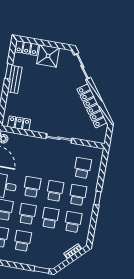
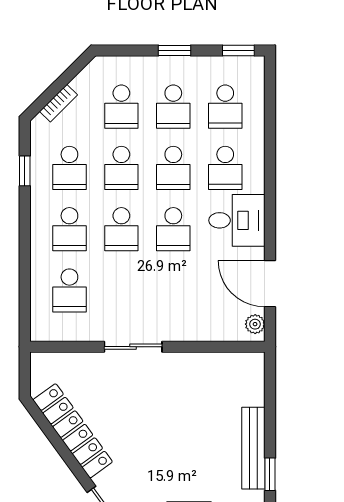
bench: (15, 79) -> (253, 448), width x1.36
locker: (19, 123) -> (227, 365), removed
window: (98, 198) -> (25, 171), moved
school desk: (45, 245) -> (121, 107), added
window: (42, 270) -> (174, 50), moved

